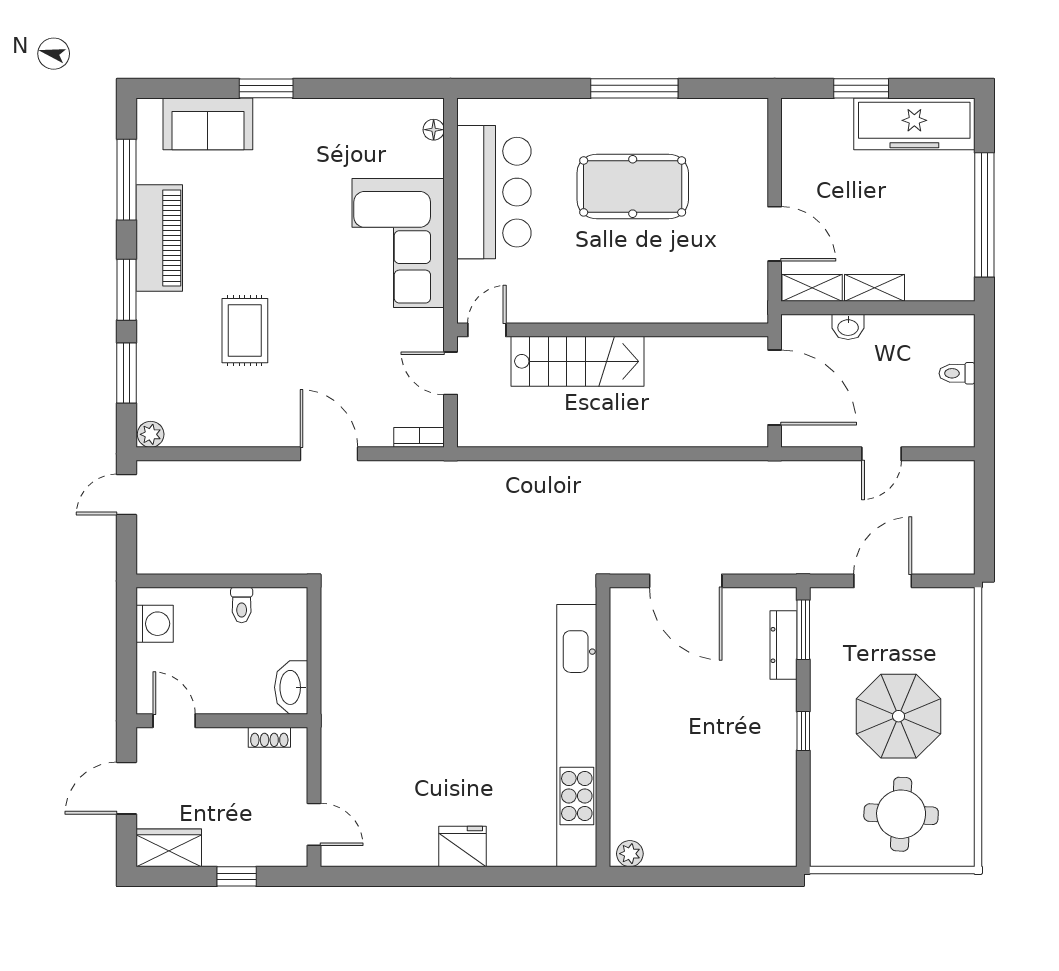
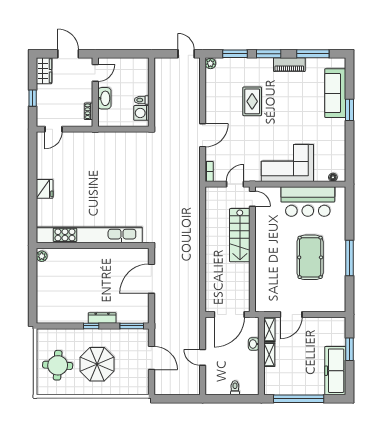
sofa: (208, 124) -> (335, 93), width x1.36
piano: (159, 238) -> (289, 65), width x0.73, depth x0.75
rug: (245, 331) -> (252, 101), turned 90
washing machine: (155, 624) -> (141, 113), moved, turned 90
dresser: (783, 645) -> (102, 318), moved
washbasin: (291, 687) -> (104, 98), moved, turned 90

